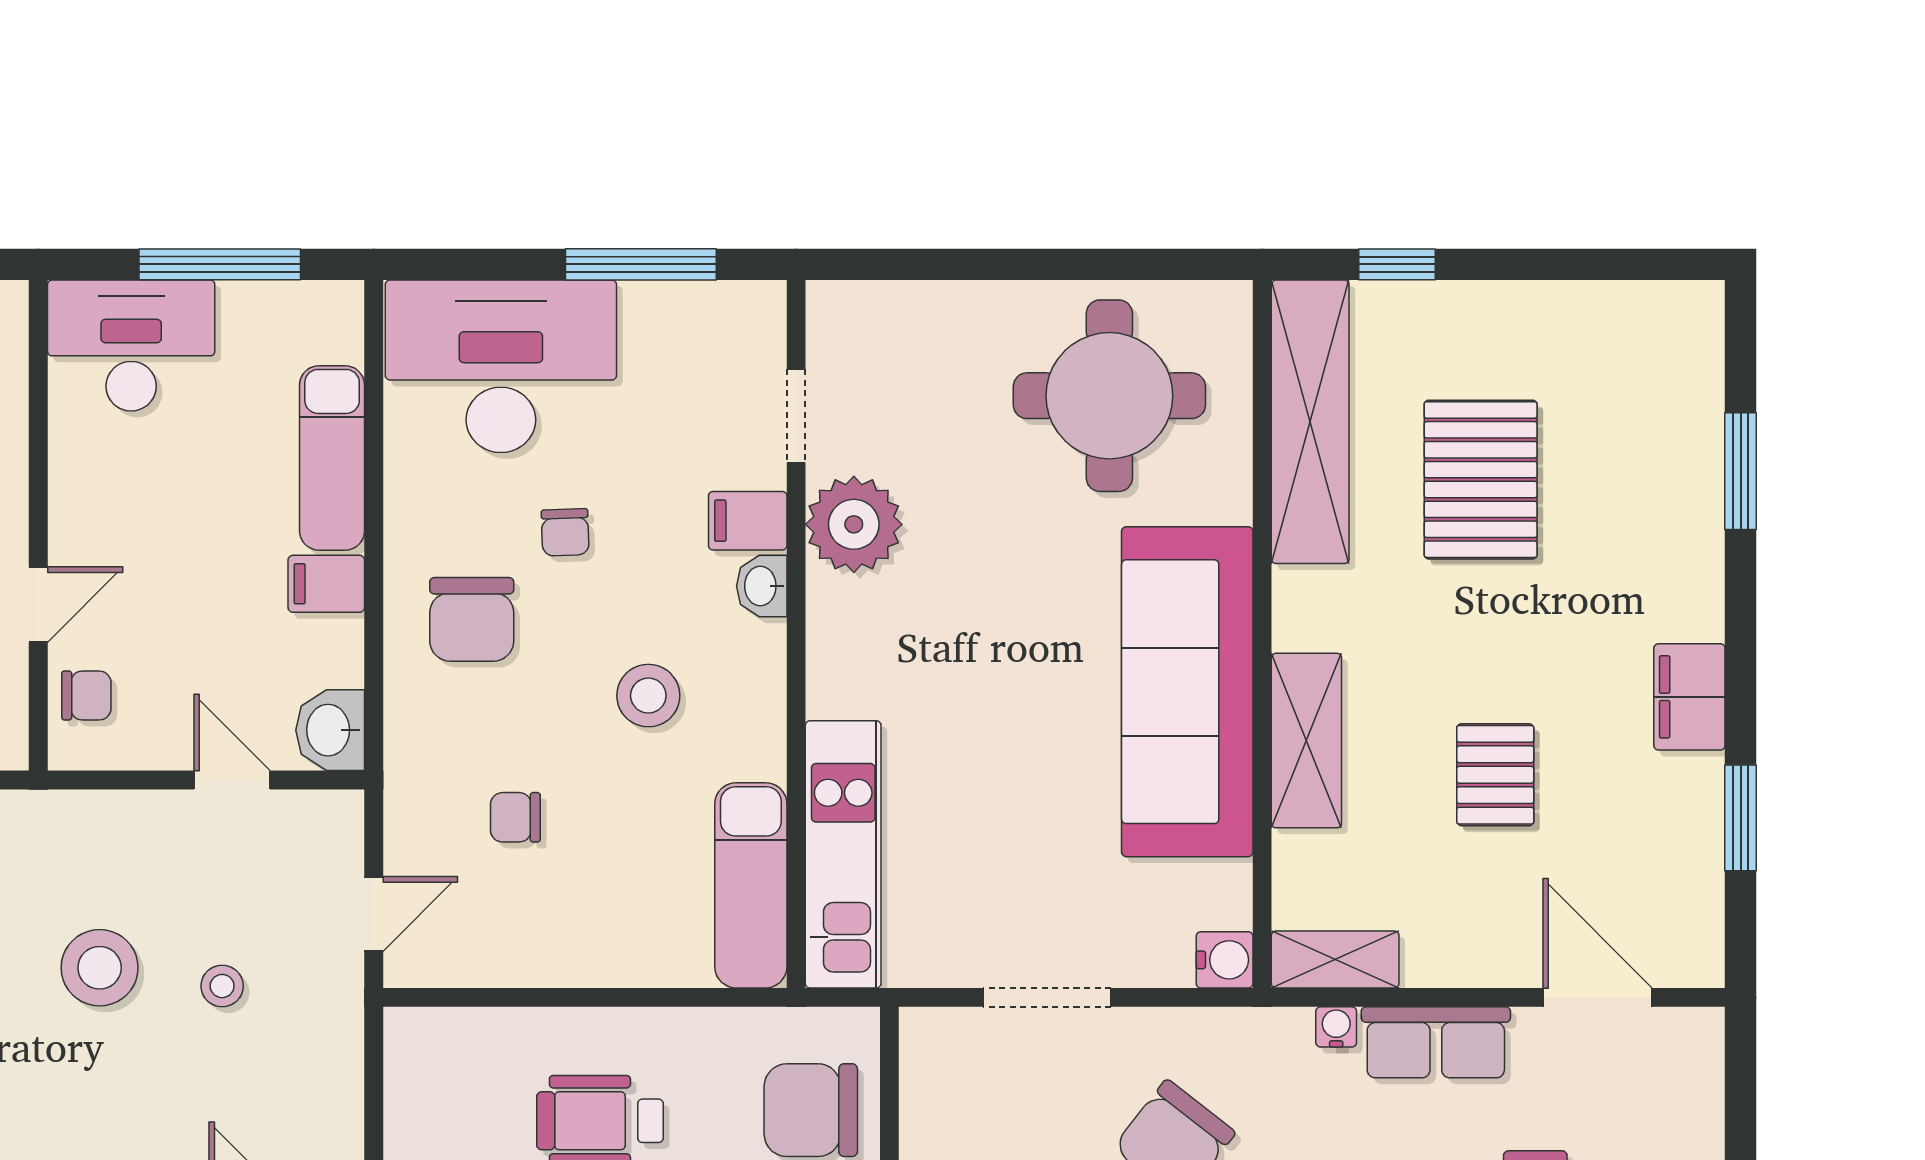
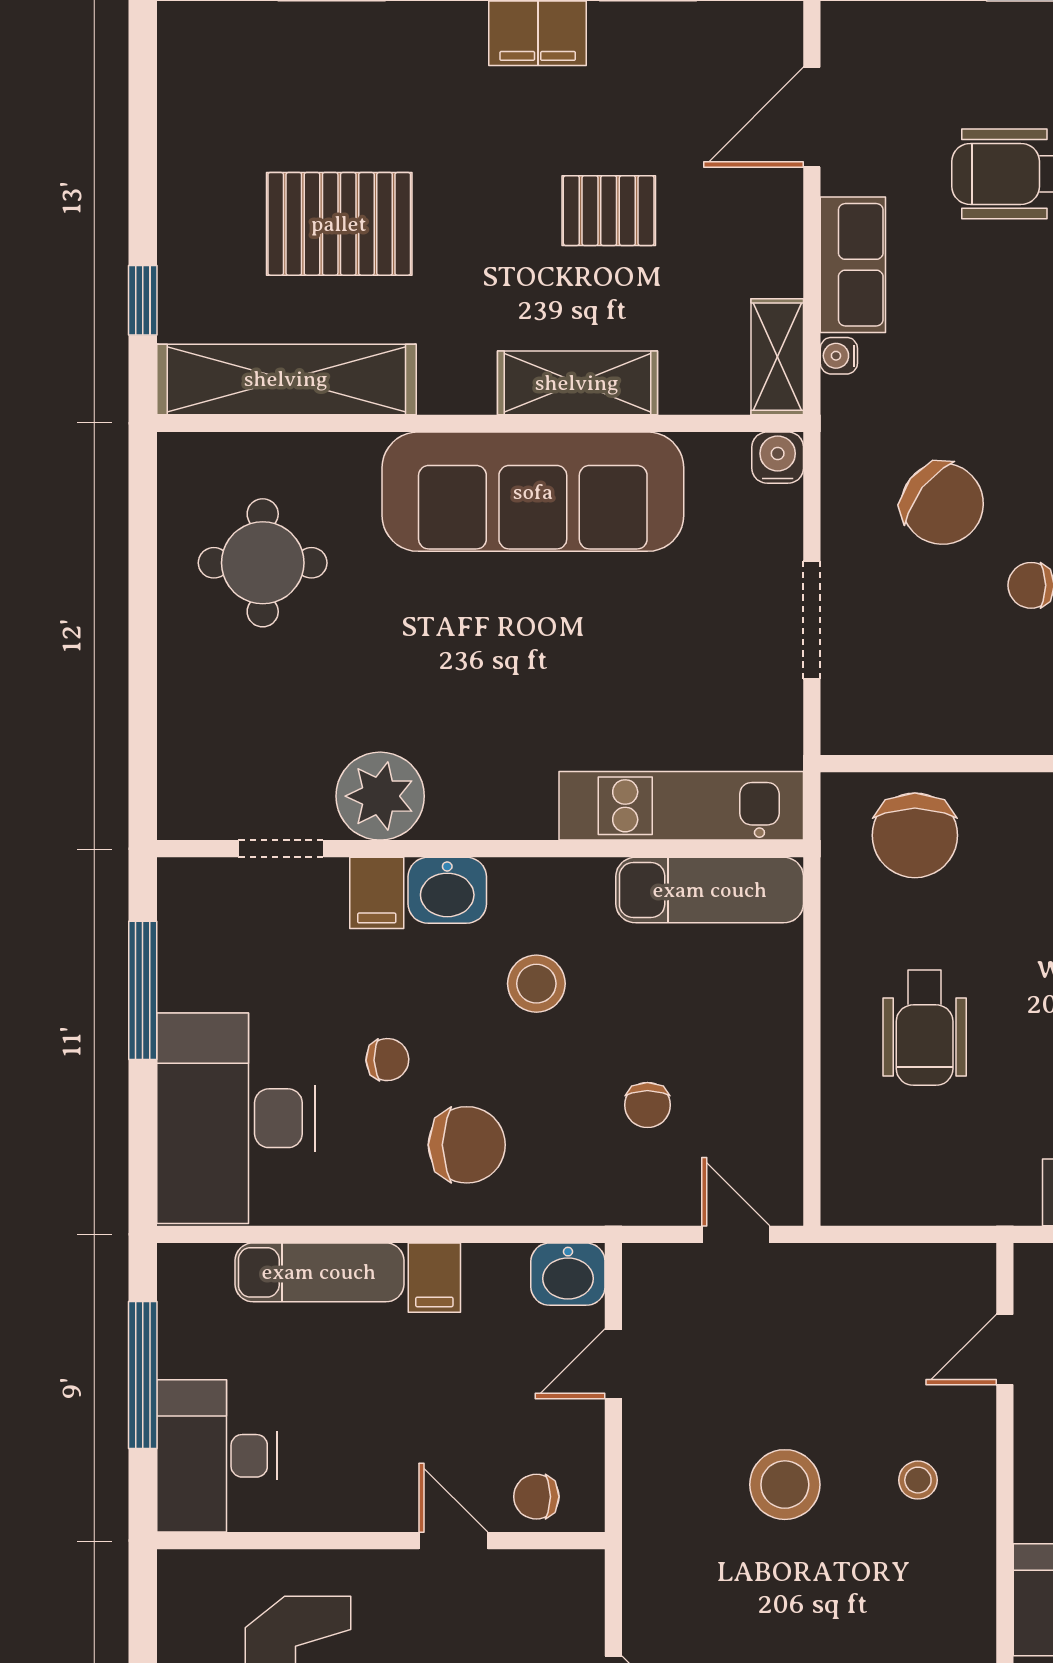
round table: (1109, 396) -> (263, 563), width x0.73, depth x0.73
washbasin: (762, 586) -> (447, 890), width x1.38, depth x1.45
chair: (86, 695) -> (536, 1497), turned -90
stool: (222, 986) -> (918, 1480), moved

